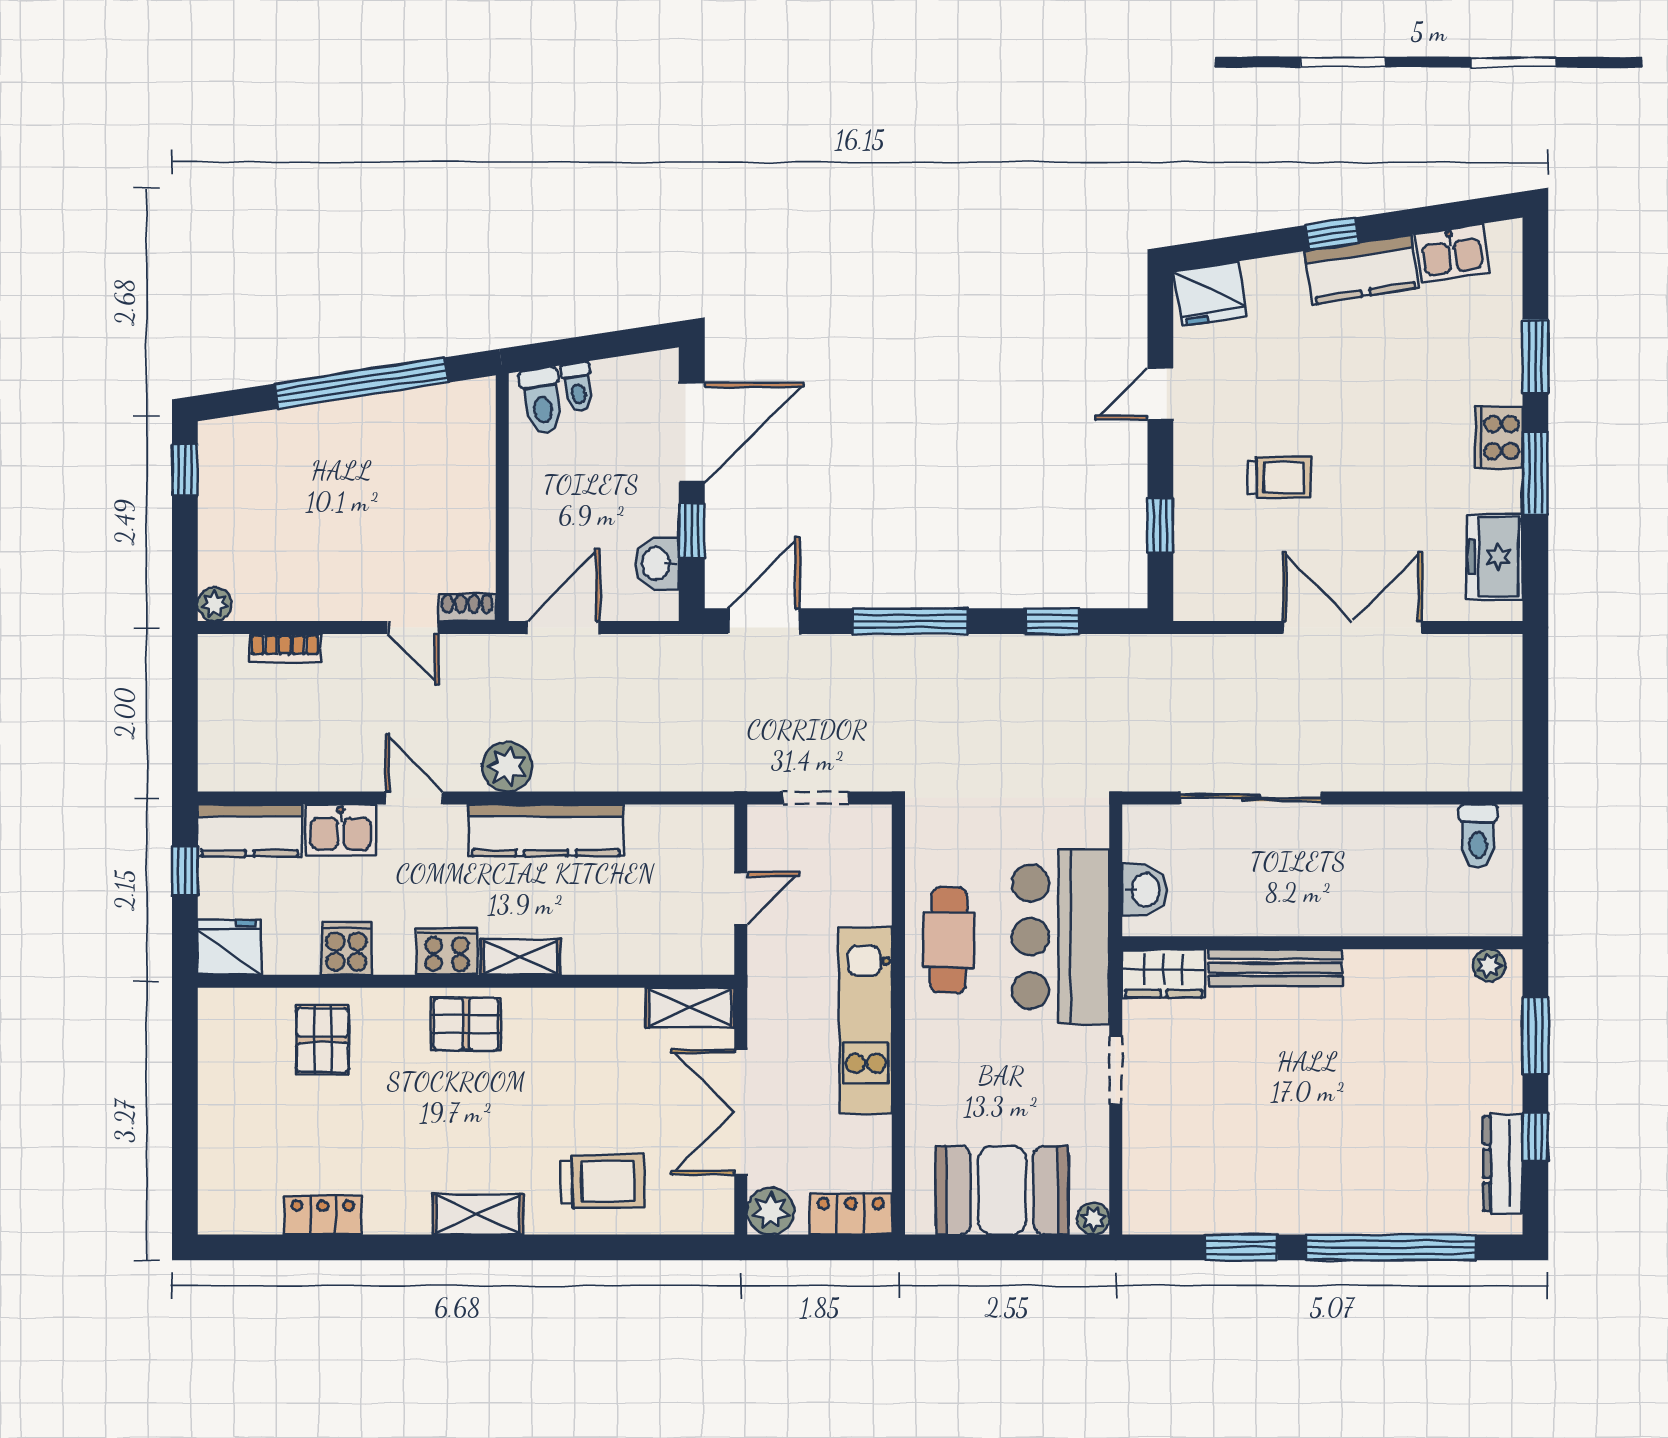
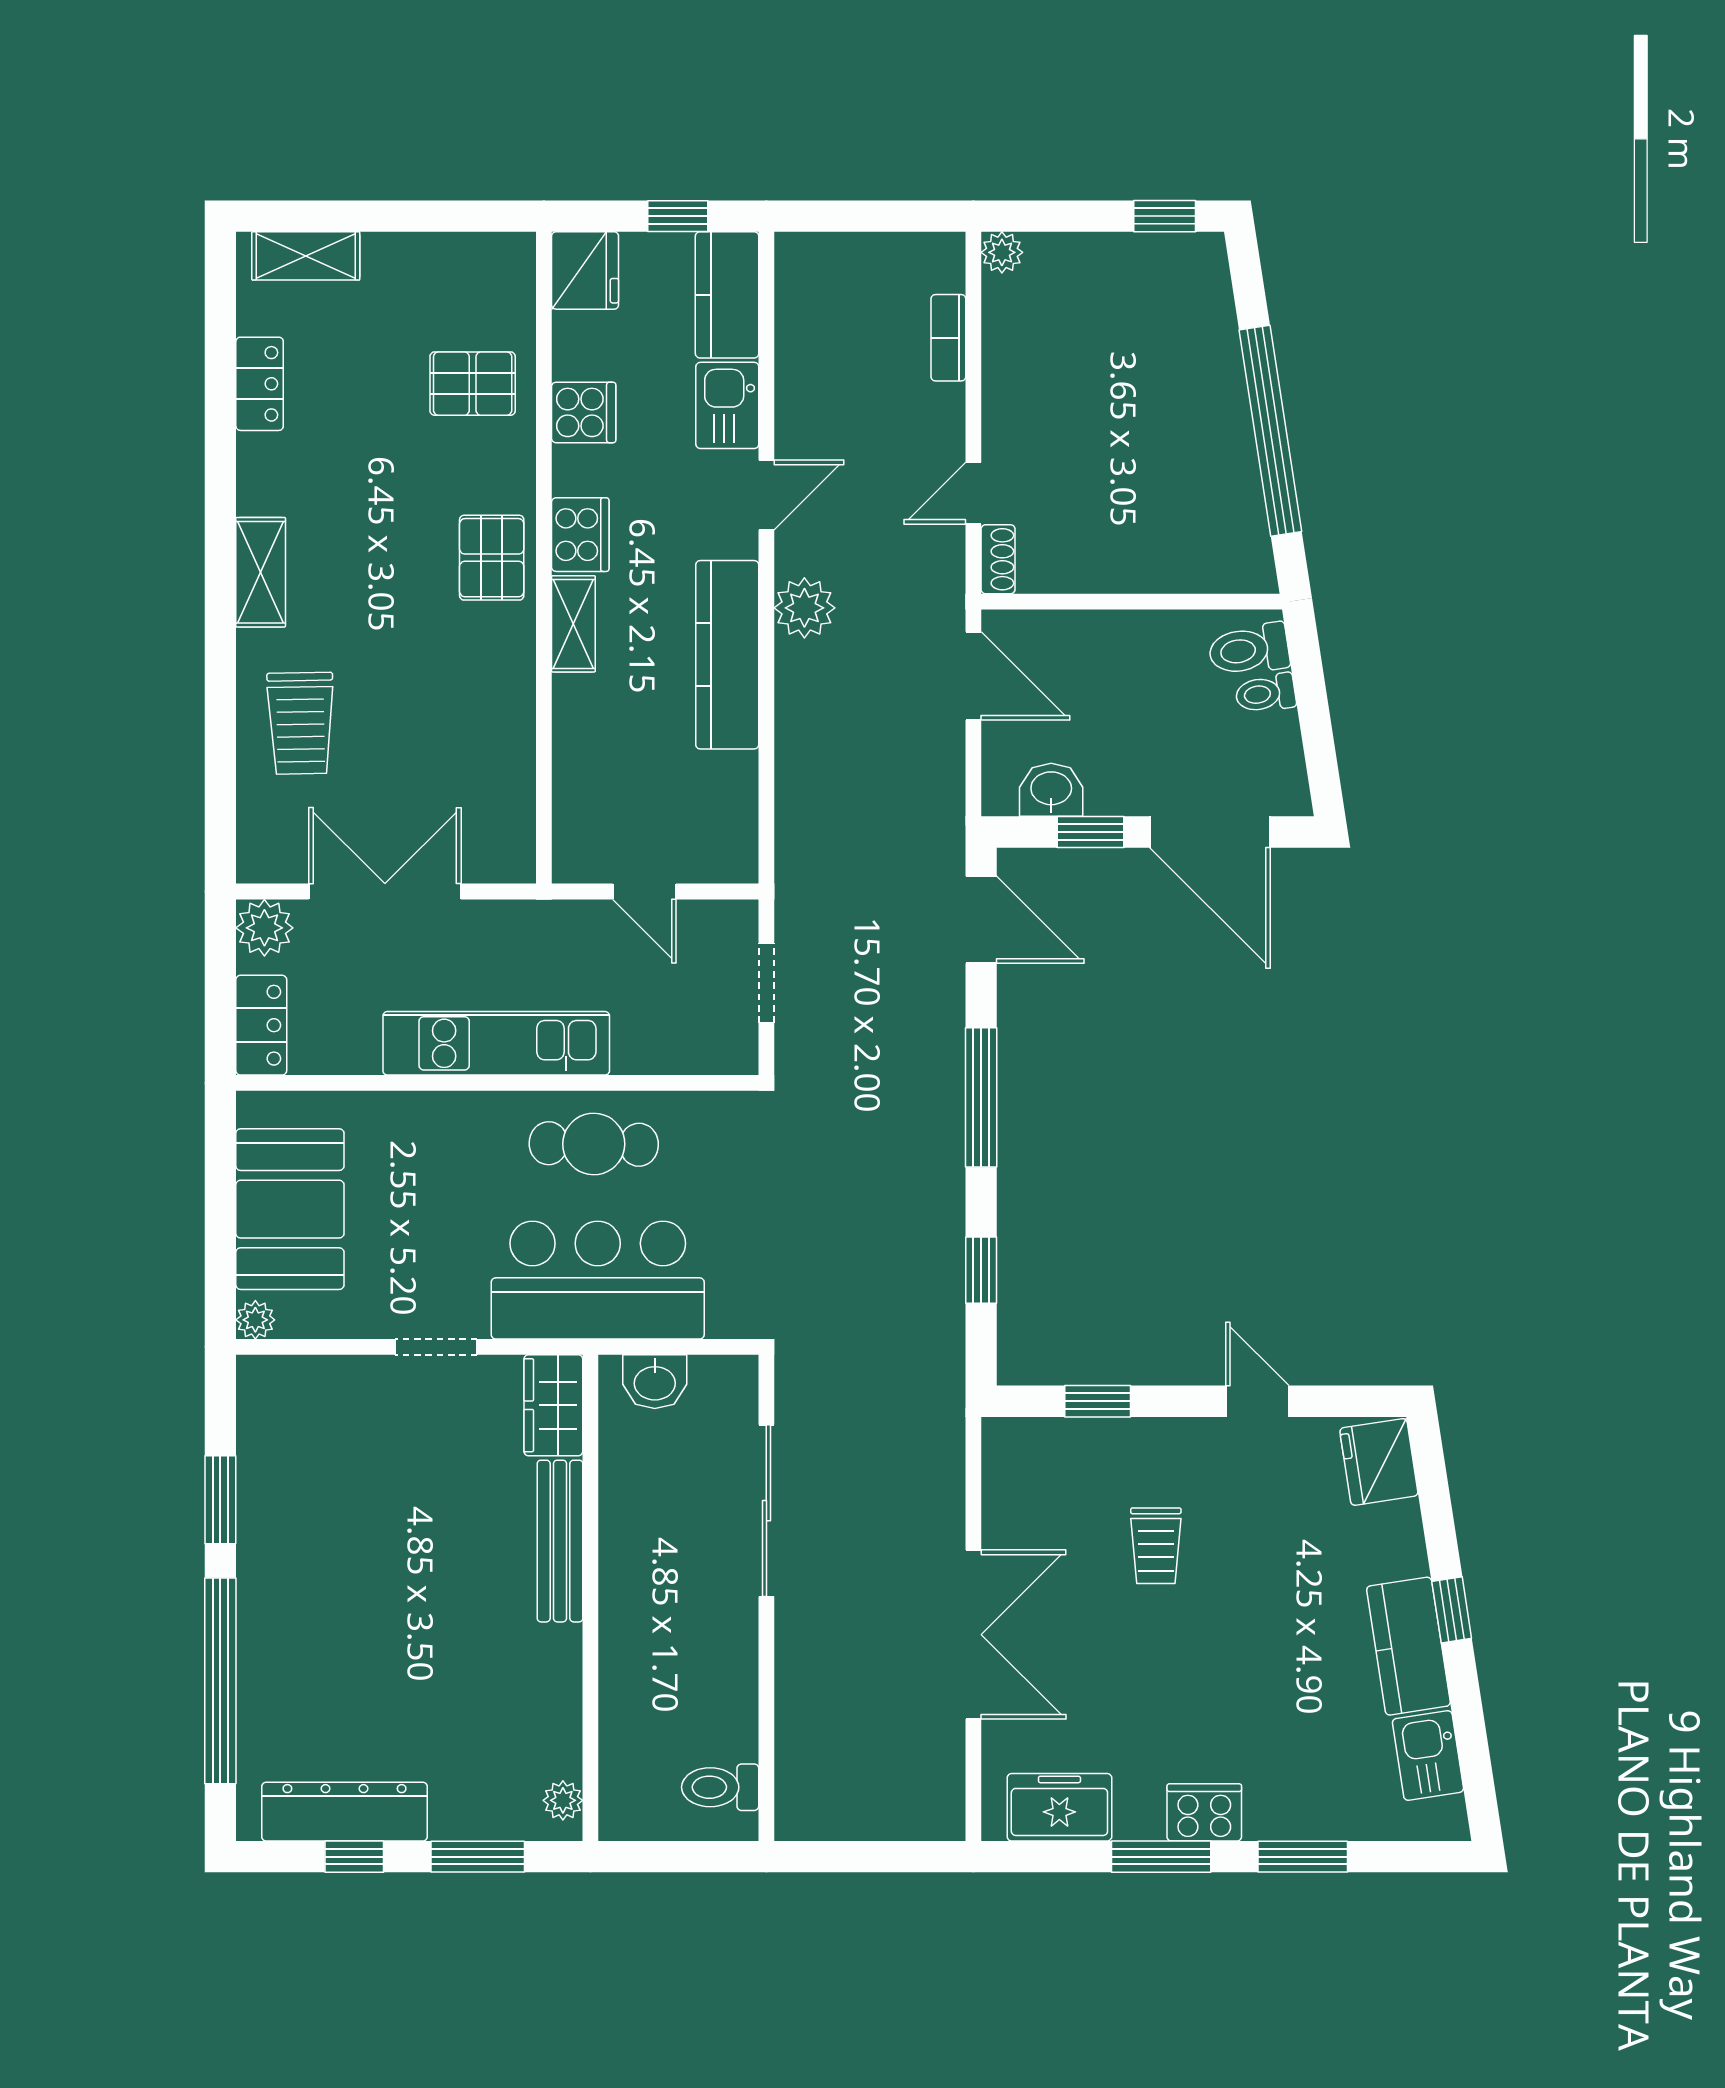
shelving: (690, 1008) -> (306, 256), moved, turned 90
dresser: (1503, 1164) -> (344, 1812), width x1.37, depth x1.24

